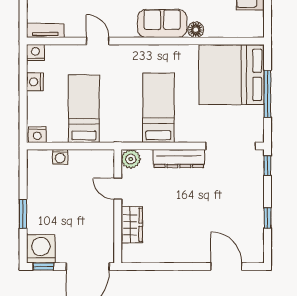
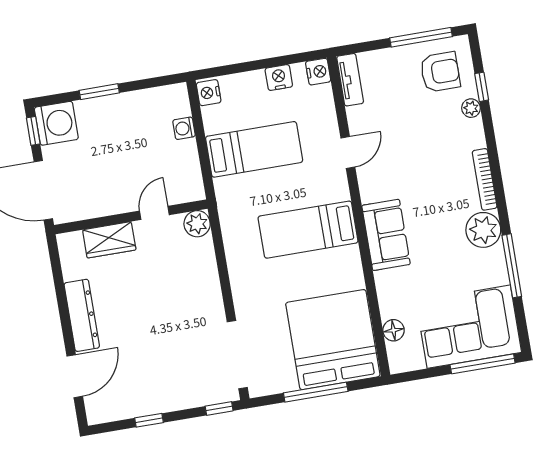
floor lamp: (196, 30) -> (393, 330), moved
bed: (158, 108) -> (308, 230), moved, turned 180
dresser: (179, 159) -> (82, 315), moved, turned 180

